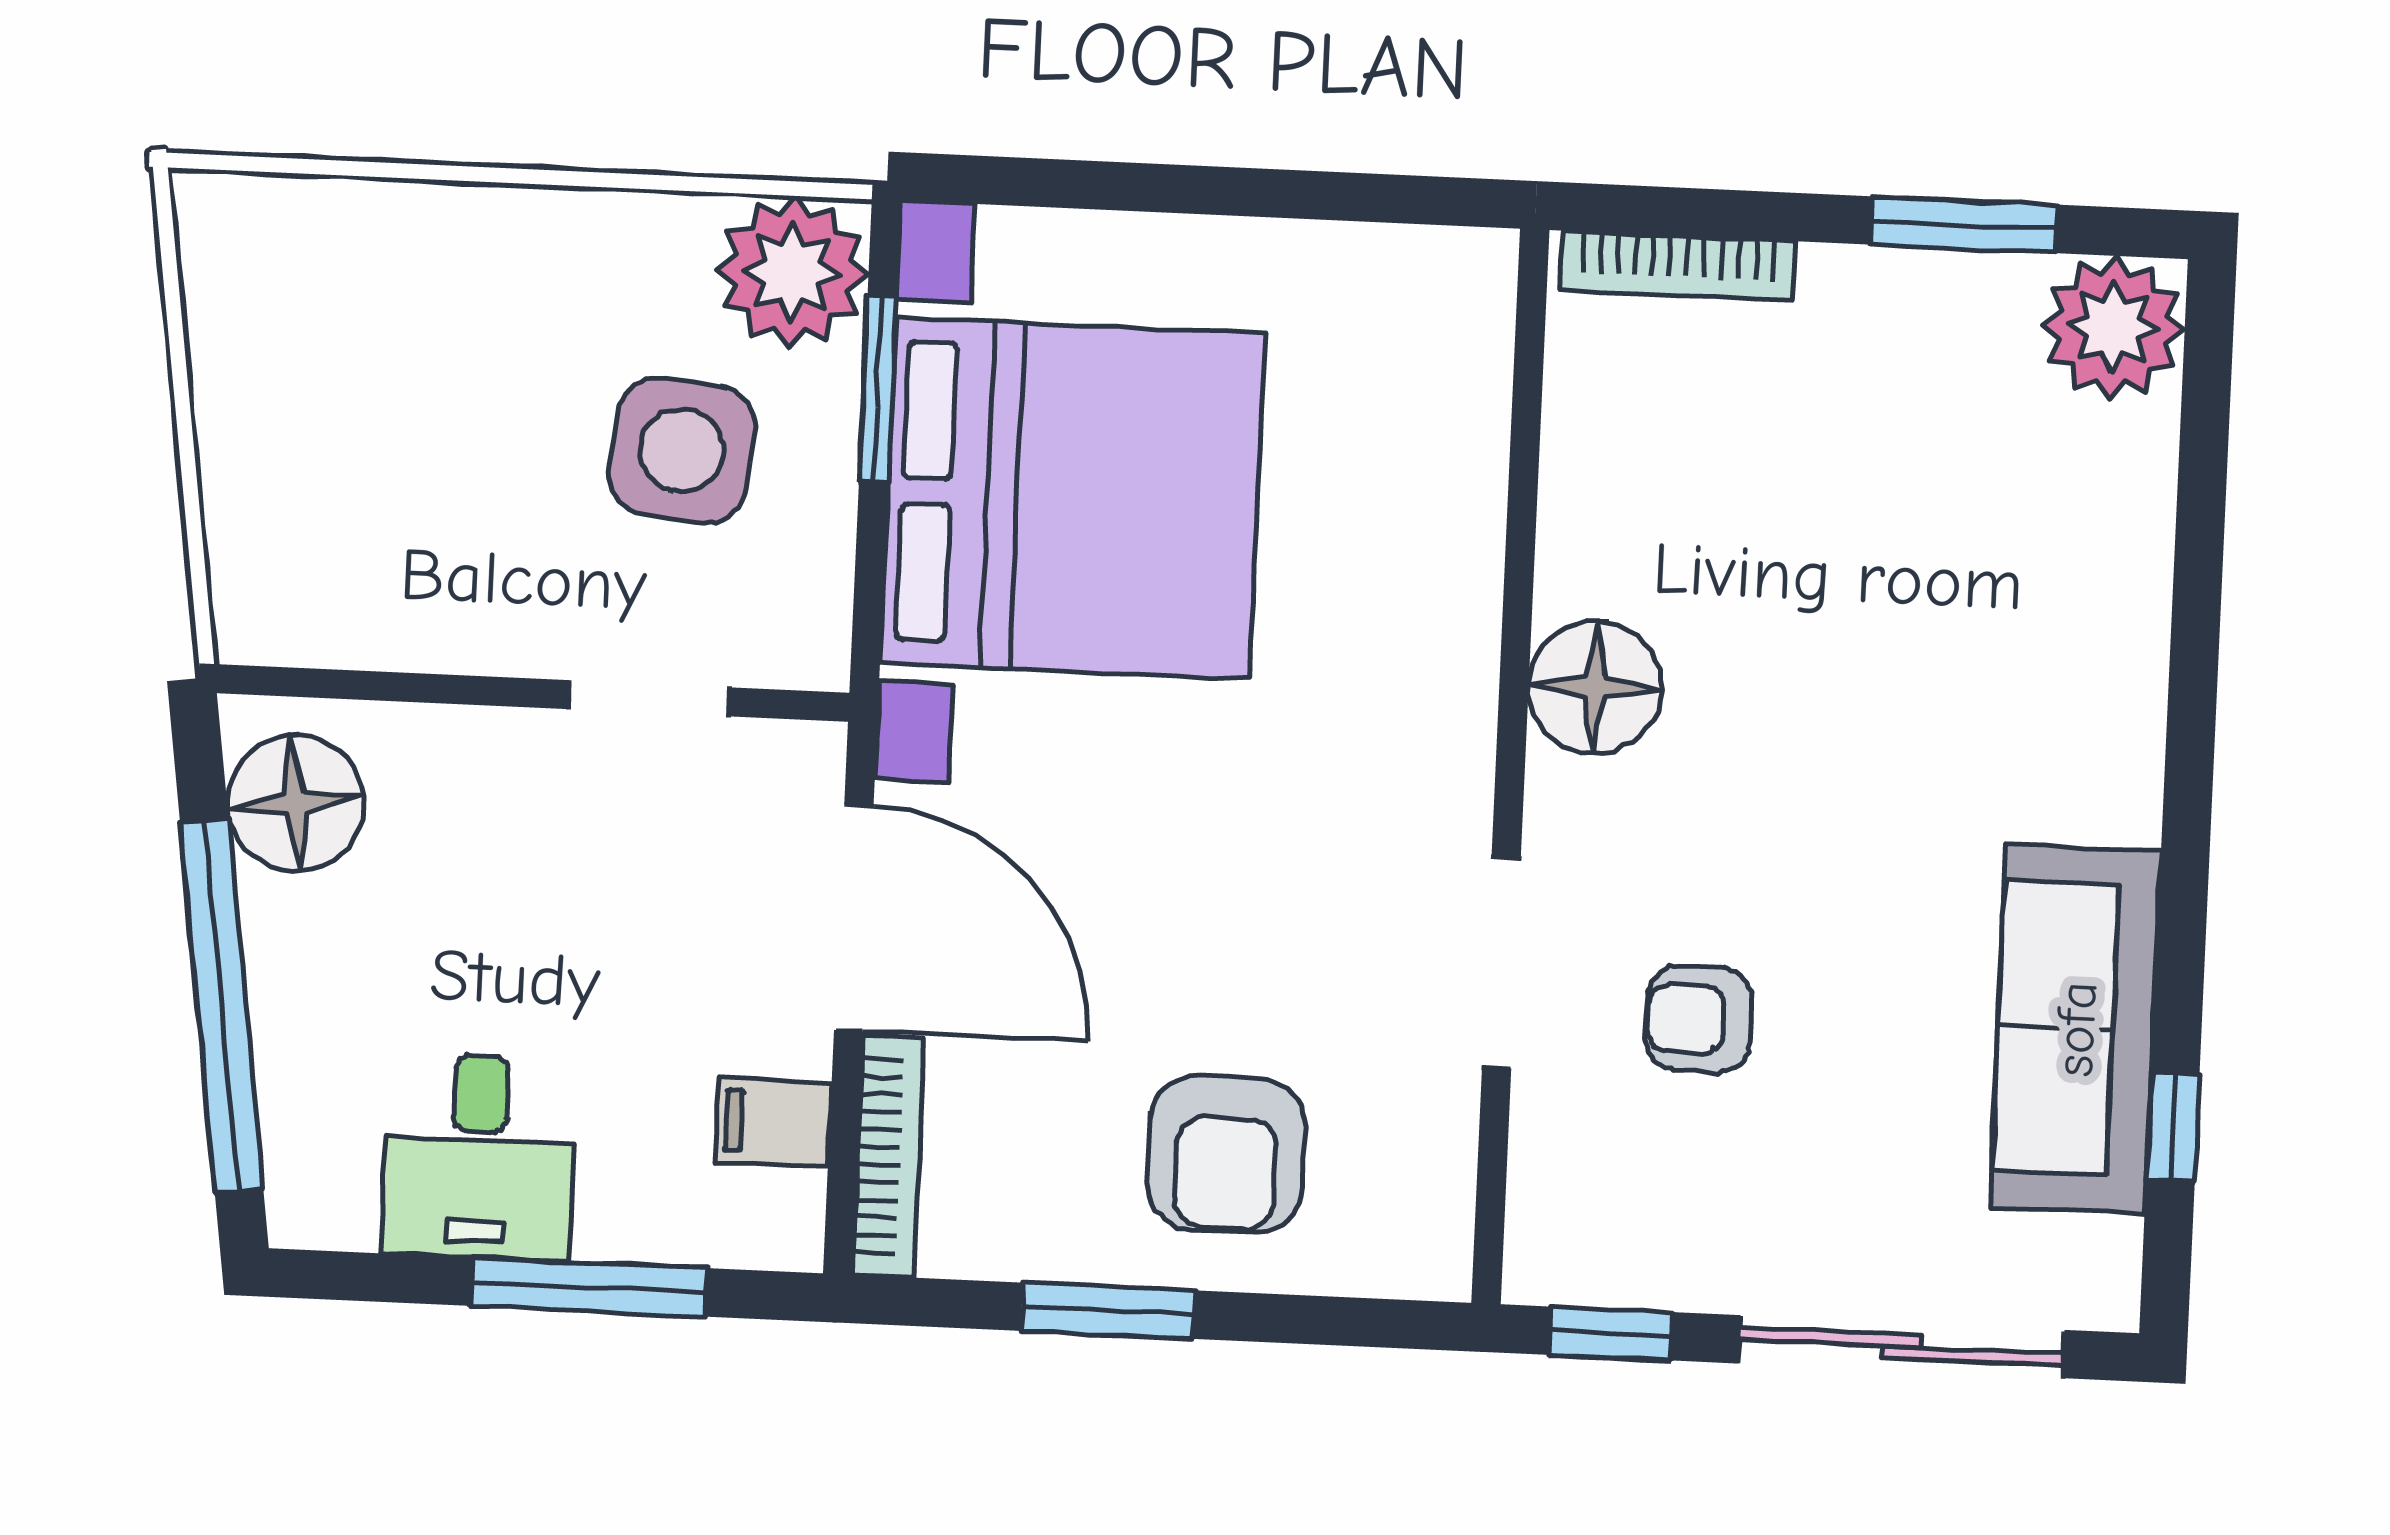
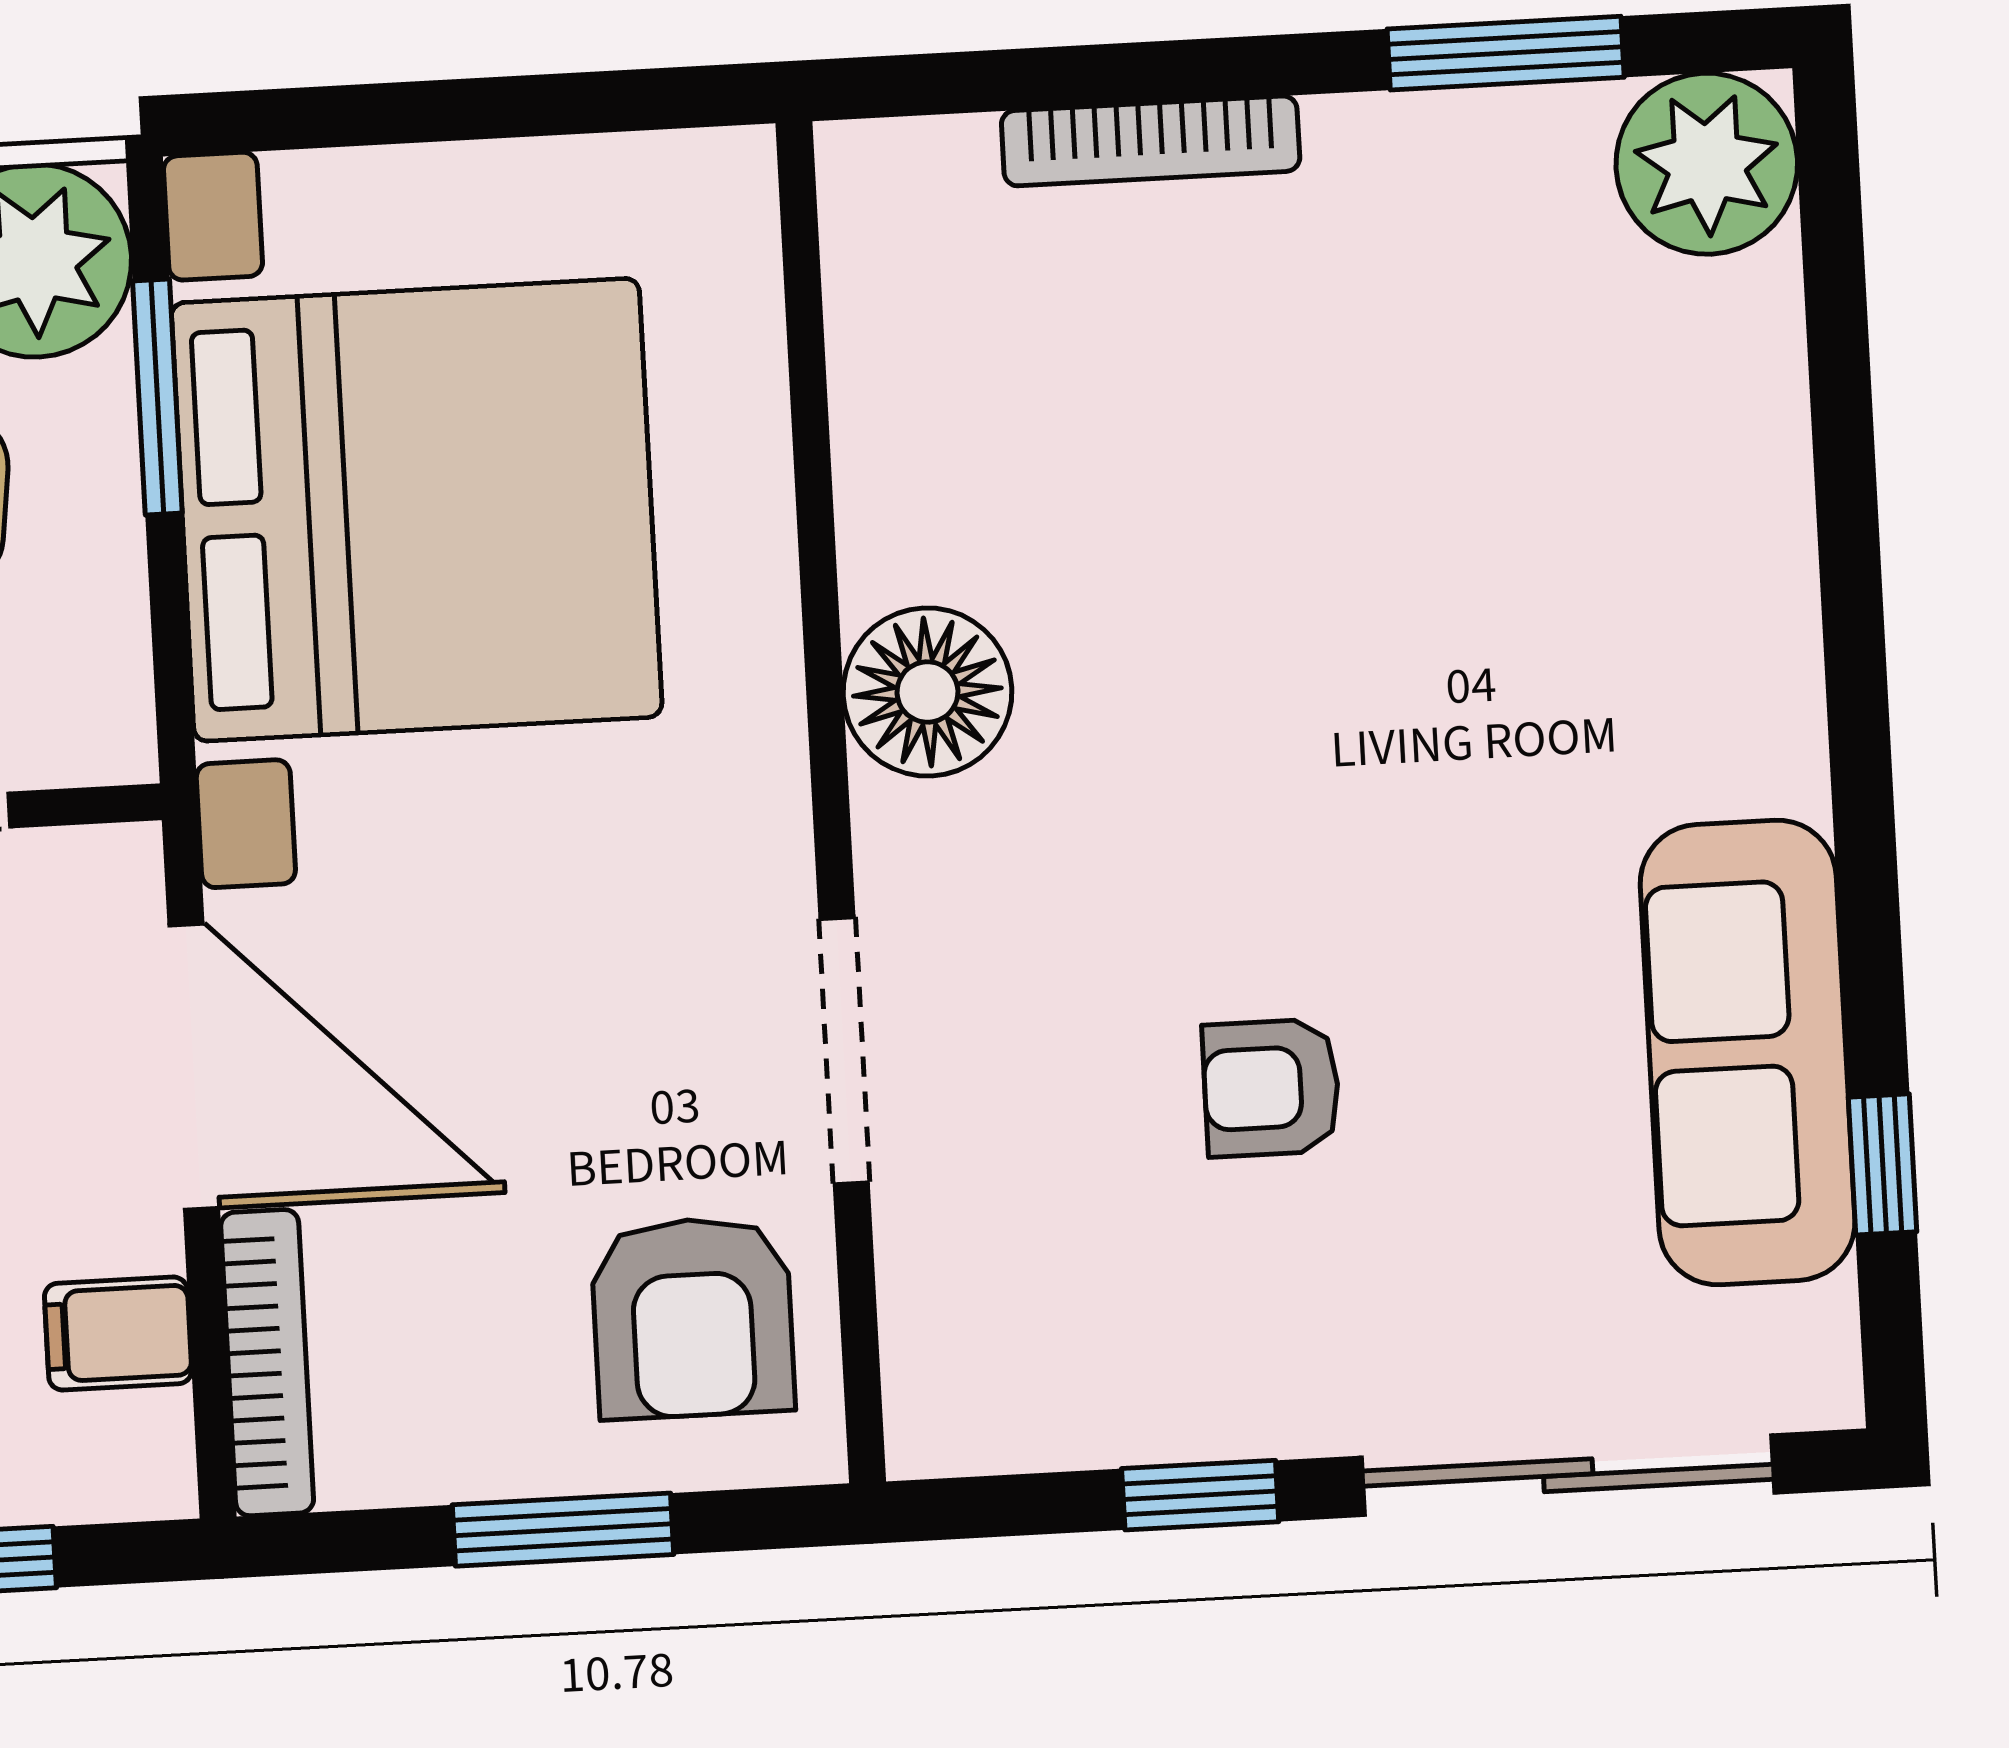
floor lamp: (1595, 687) -> (927, 692), moved
wall: (1510, 767) -> (831, 802), moved
doorway: (1501, 963) -> (844, 1051), moved

